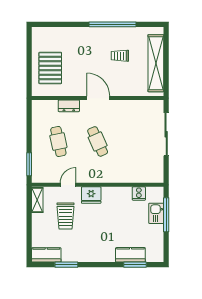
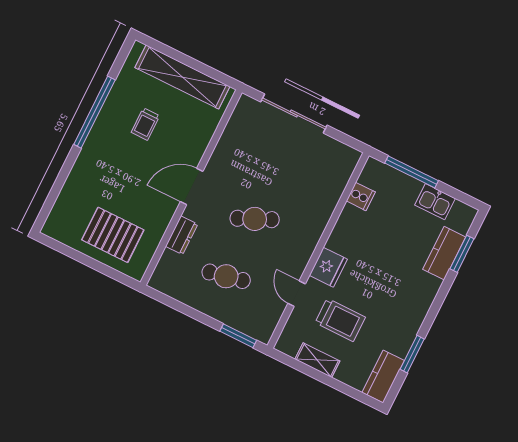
shelving: (37, 200) -> (317, 360), moved
kitchen sink: (156, 213) -> (435, 202), moved

